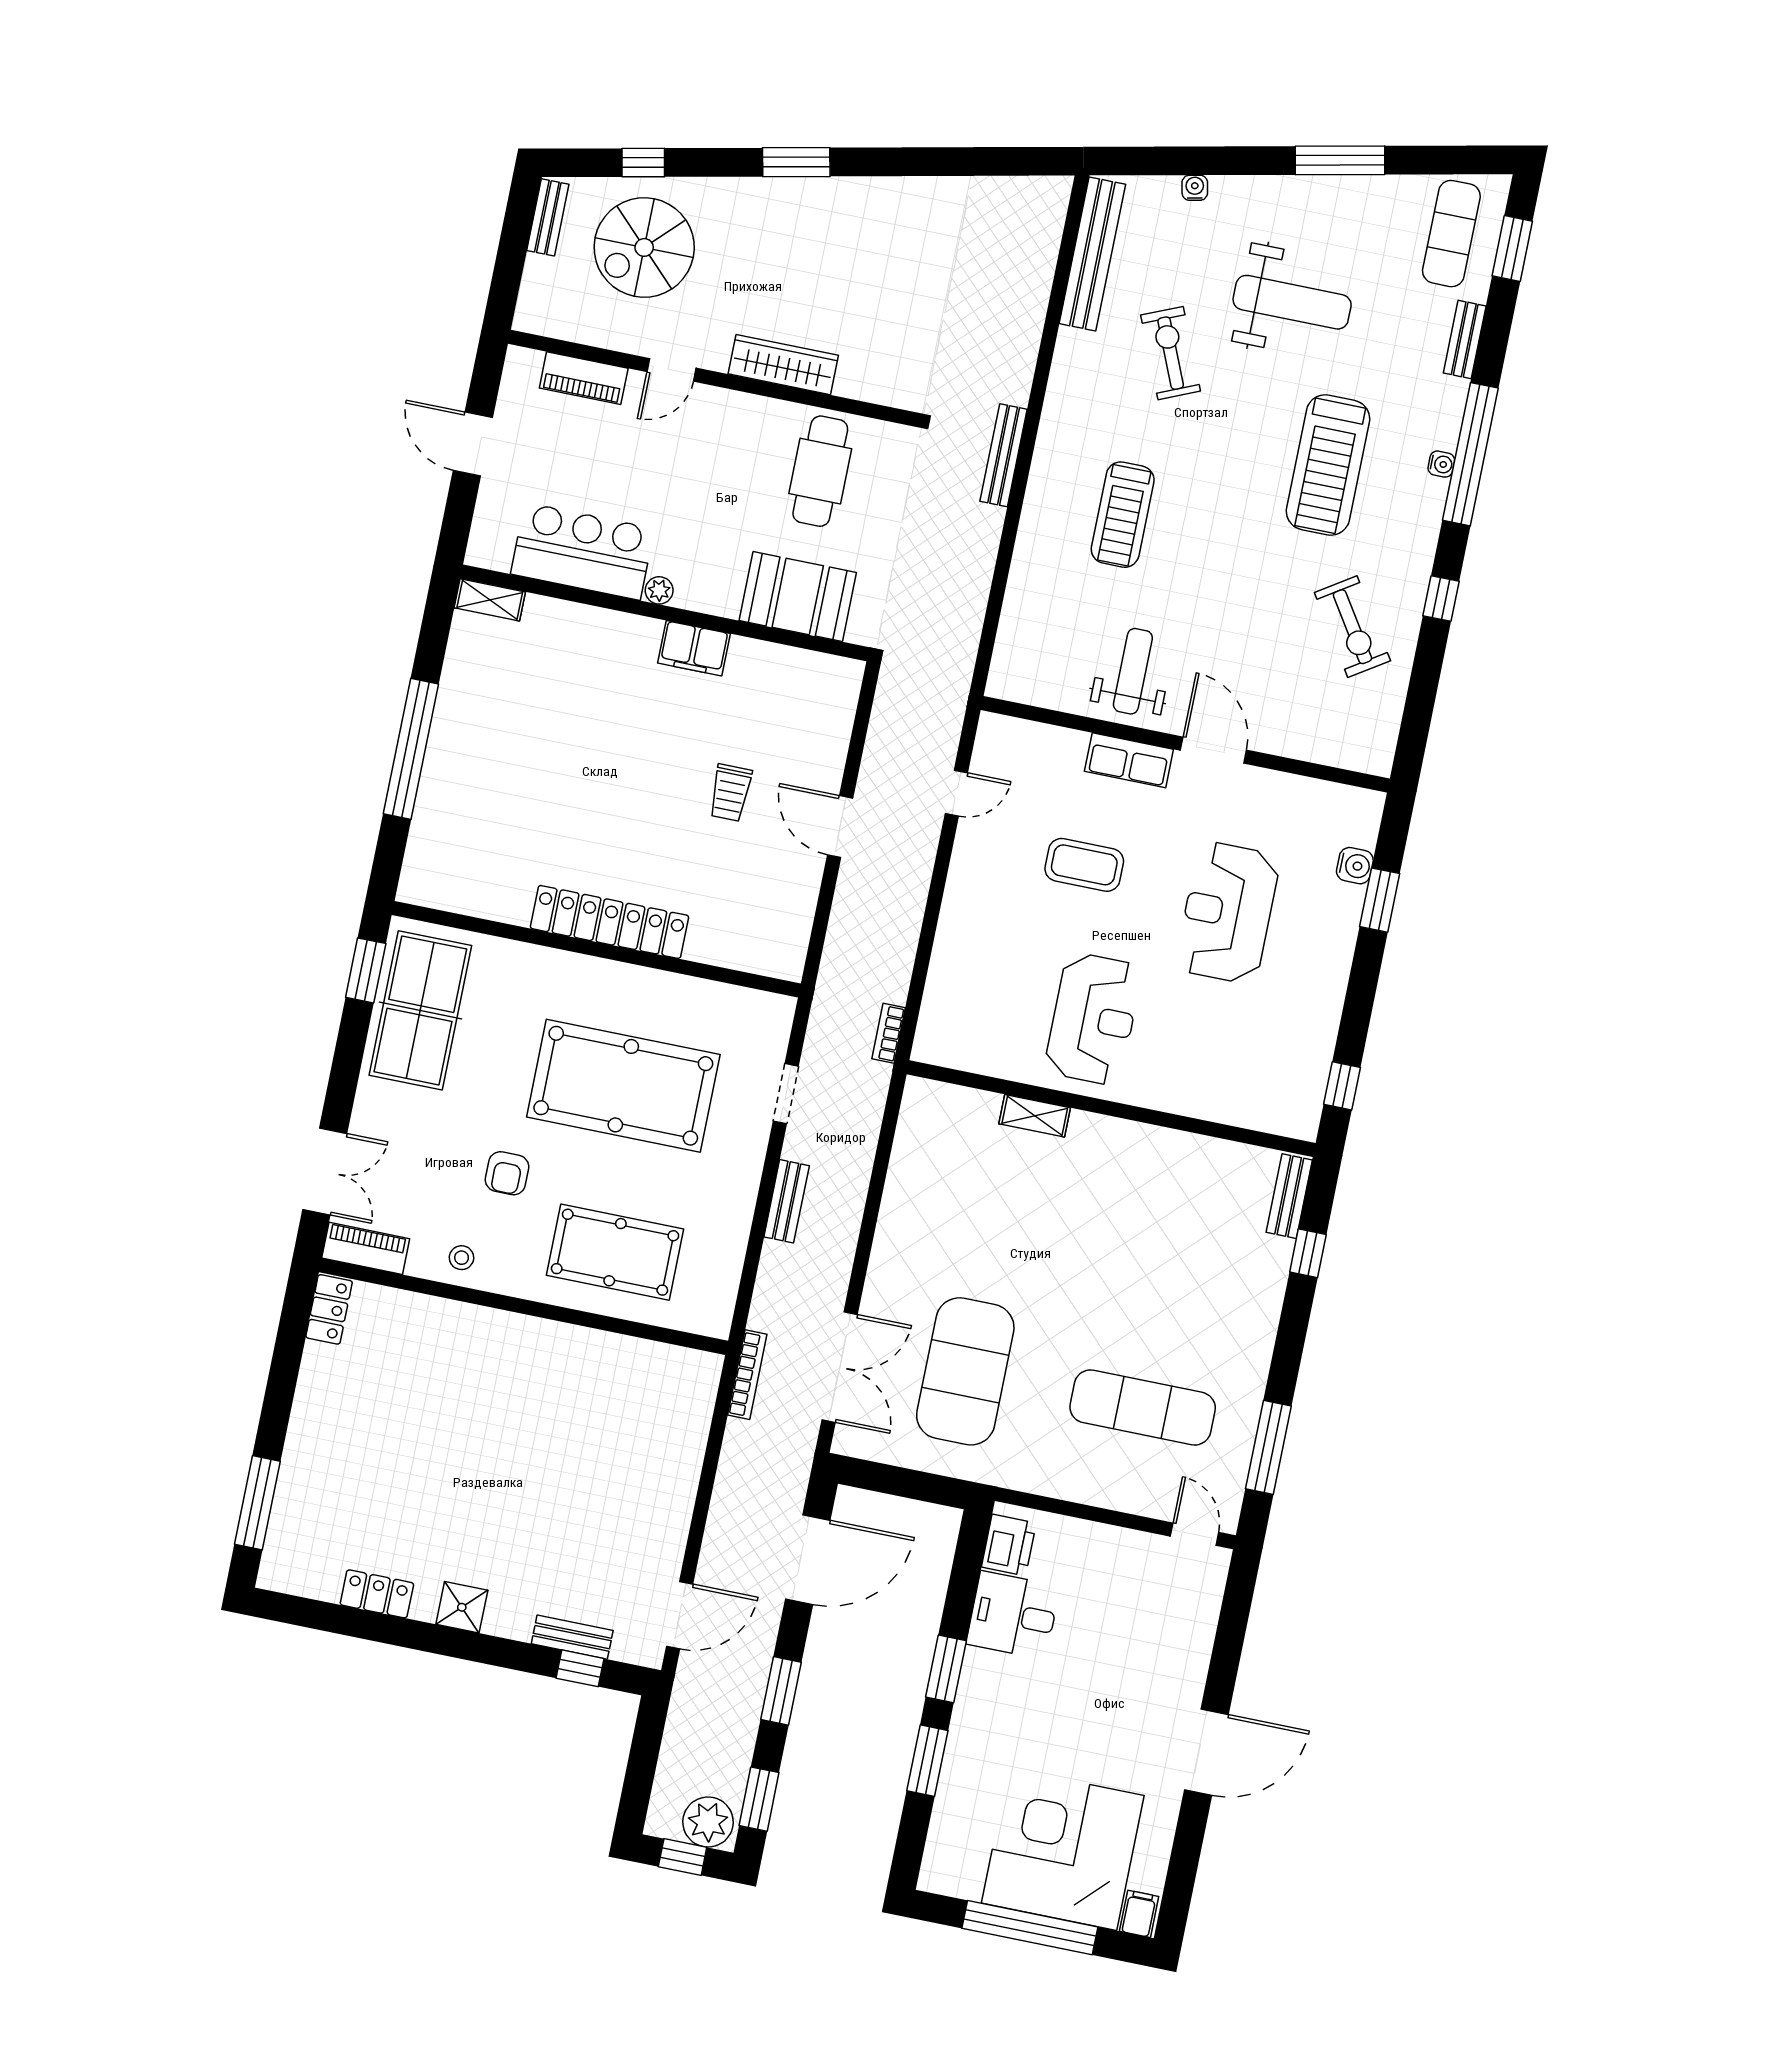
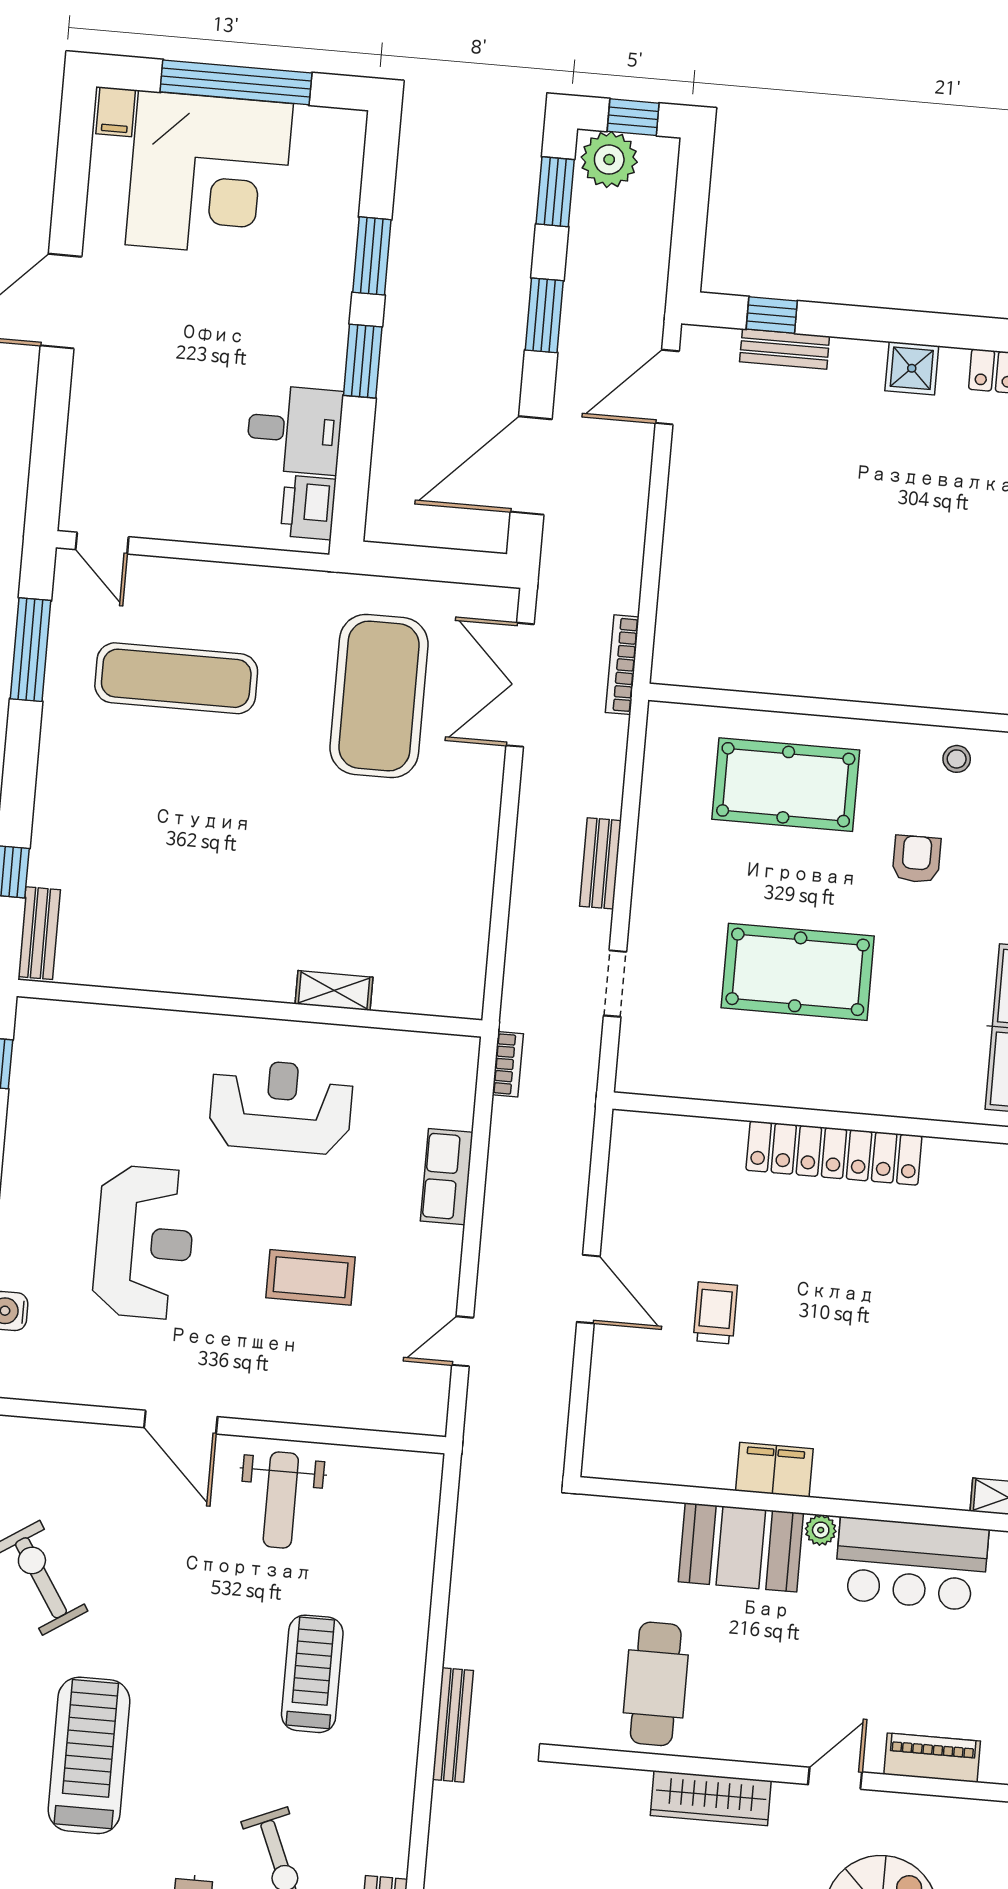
booth: (798, 597) -> (741, 1547), moved
row of seats: (1129, 760) -> (447, 1177), moved, turned -90
reception desk: (1093, 1019) -> (281, 1106), turned 90
pool table: (623, 1086) -> (798, 972), width x0.73, depth x0.76

